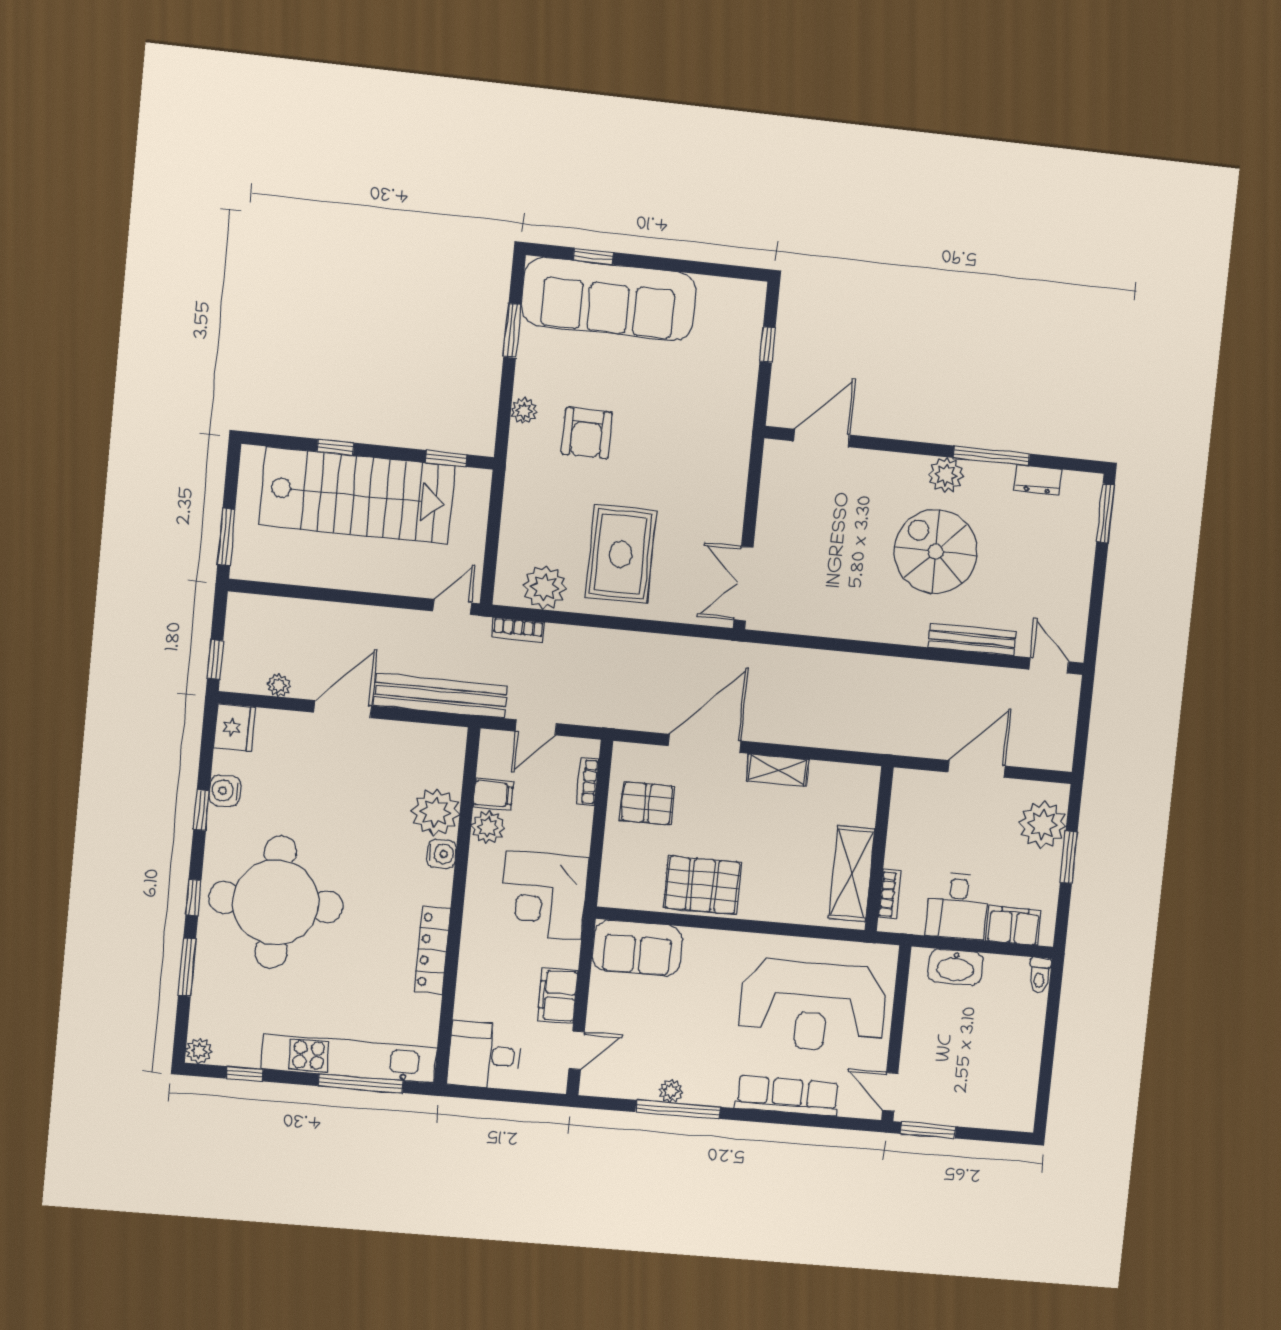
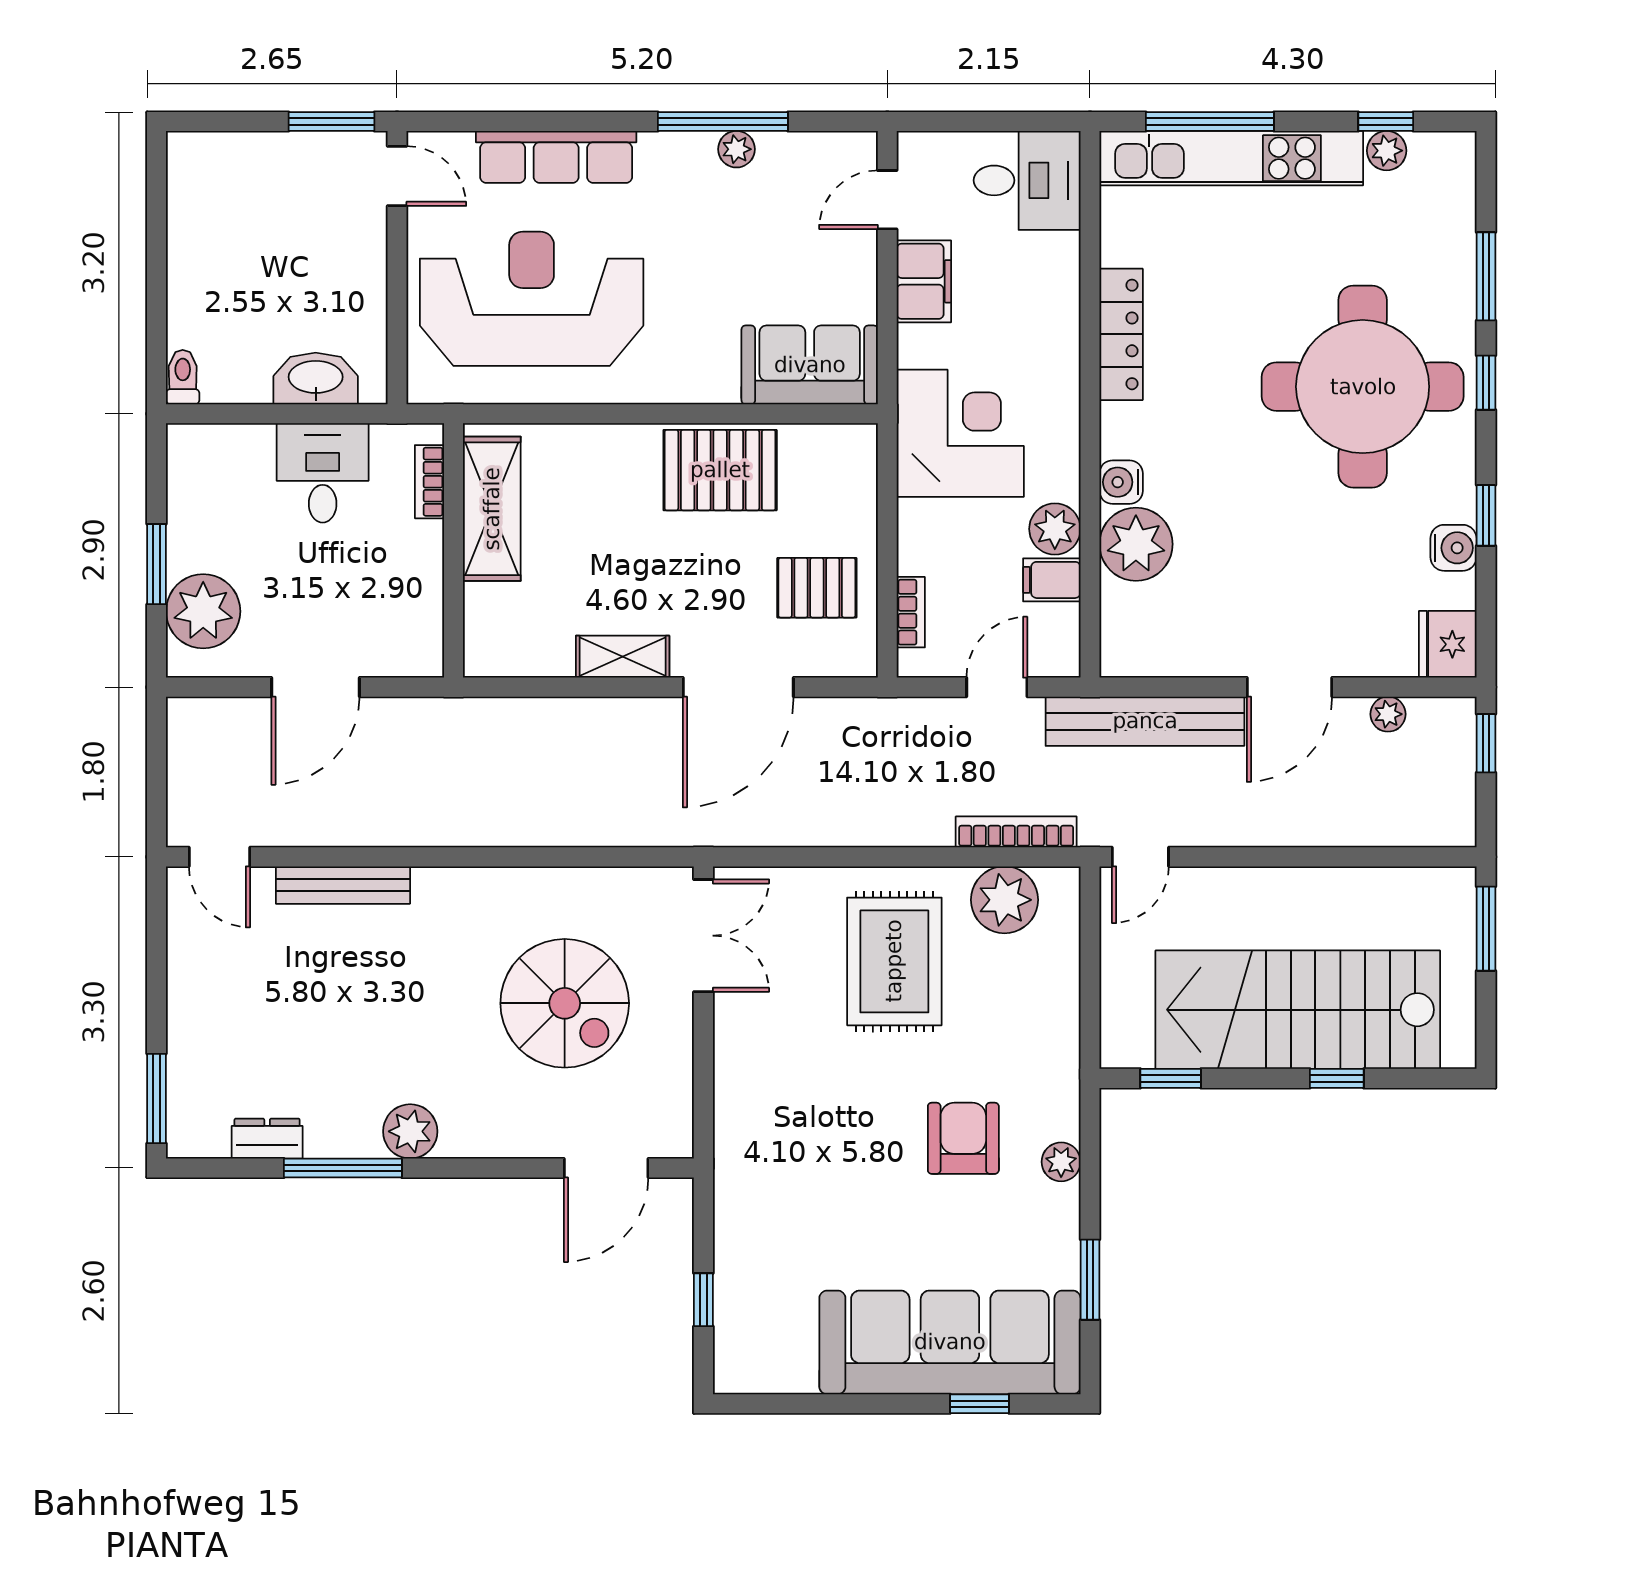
spiral stairs: (936, 551) -> (565, 1003), moved
bookcase: (518, 630) -> (1016, 832), width x1.56
filing cabinet: (1014, 926) -> (232, 451), removed
plant: (199, 1051) -> (1387, 151), moved

